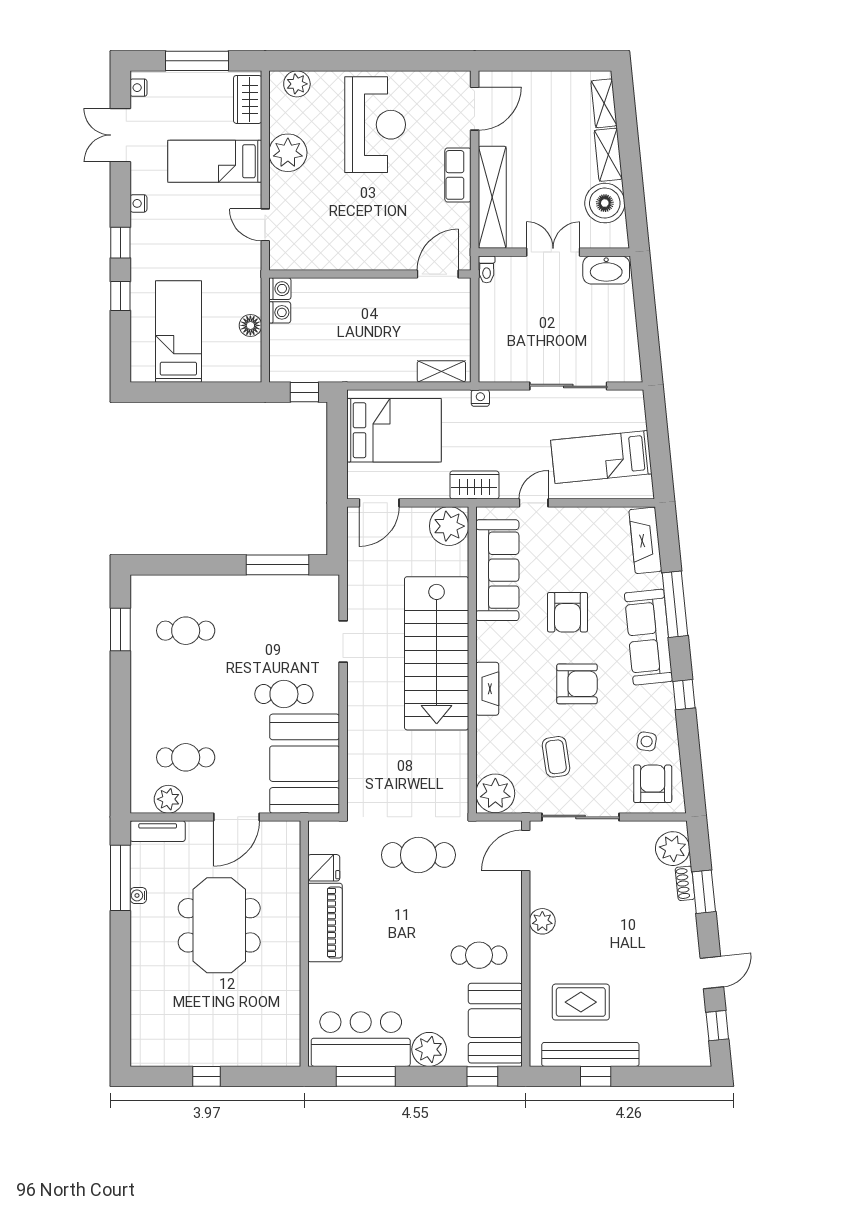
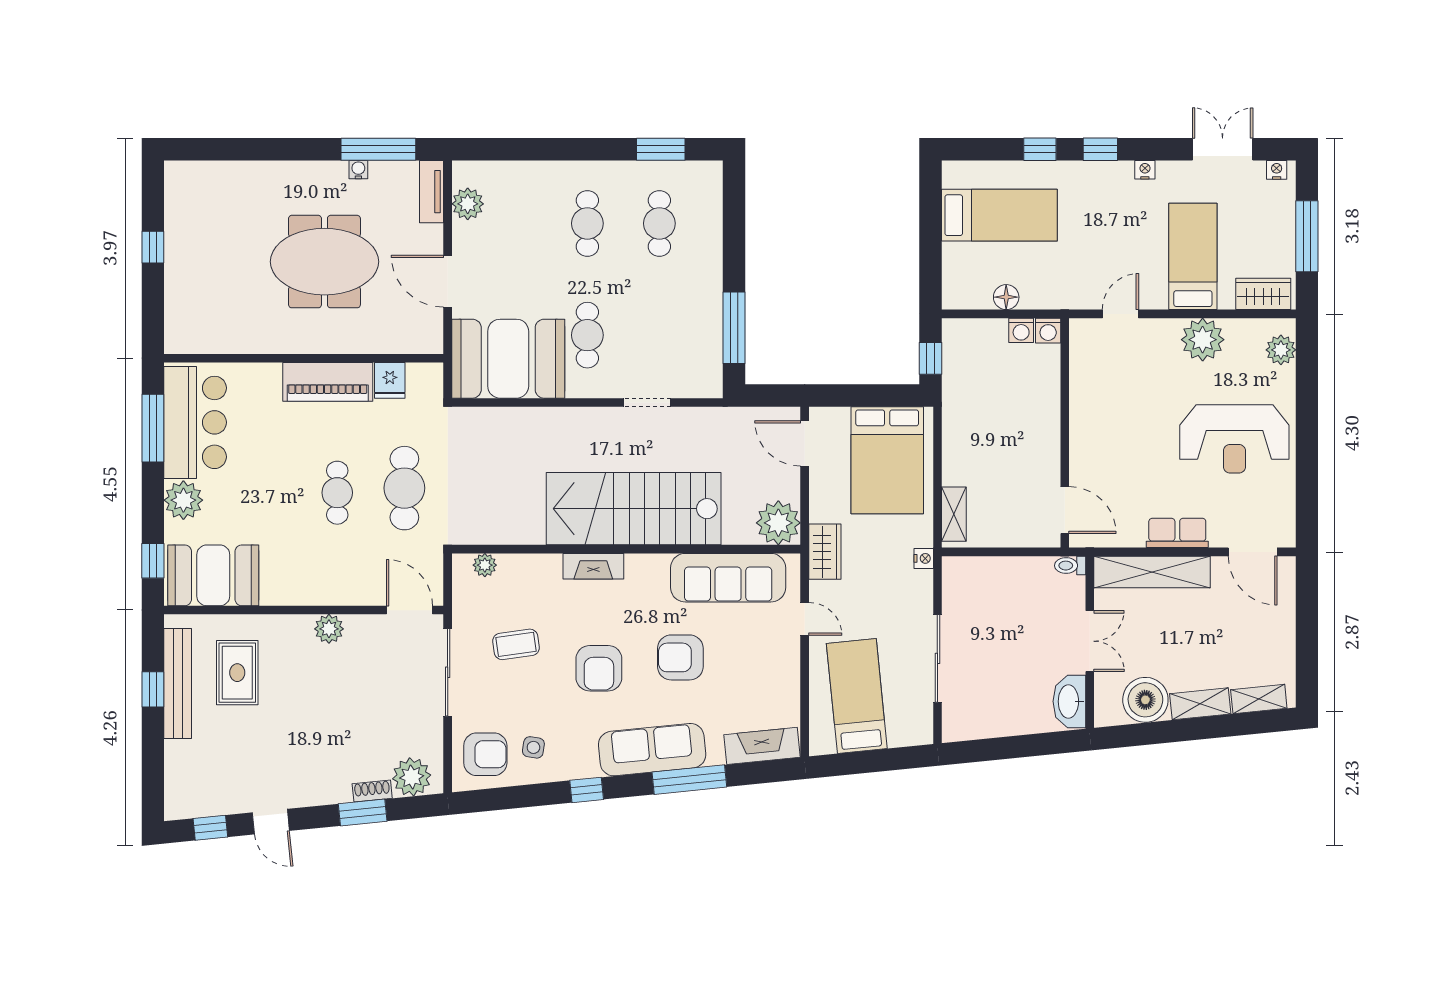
cafe table: (186, 757) -> (587, 223), moved
plant: (495, 793) -> (485, 565), width x0.53, depth x0.53
cafe table: (479, 955) -> (337, 493), moved

